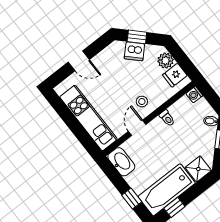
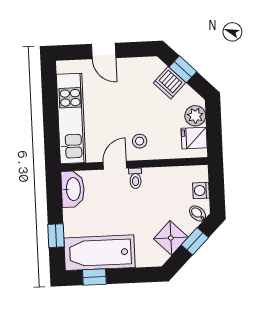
washing machine: (194, 95) -> (201, 190), moved
toilet: (167, 118) -> (135, 178), moved
shower: (198, 169) -> (171, 238), moved, turned 45

